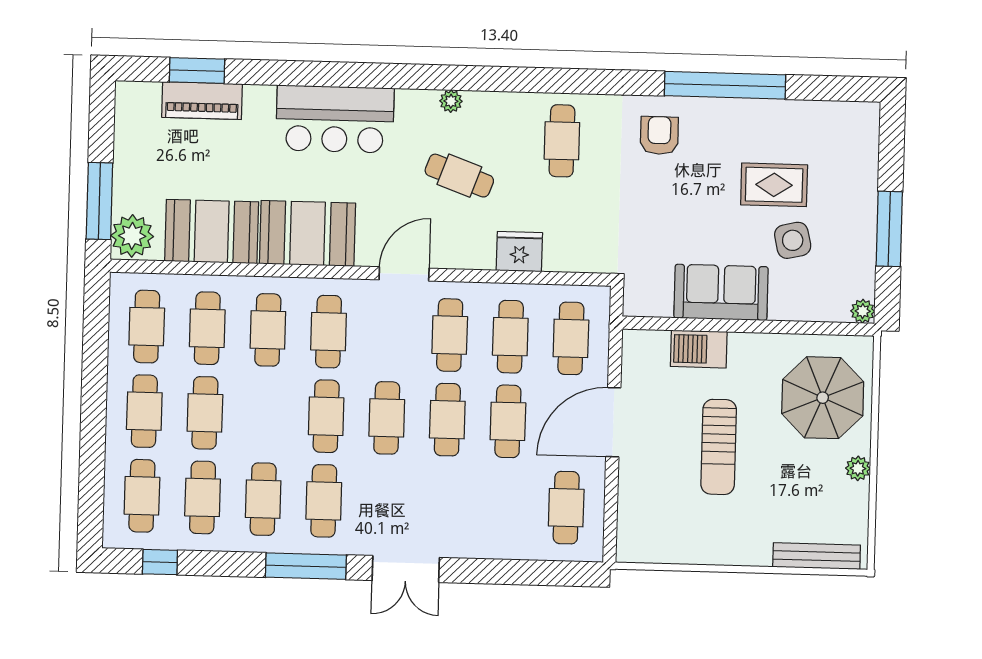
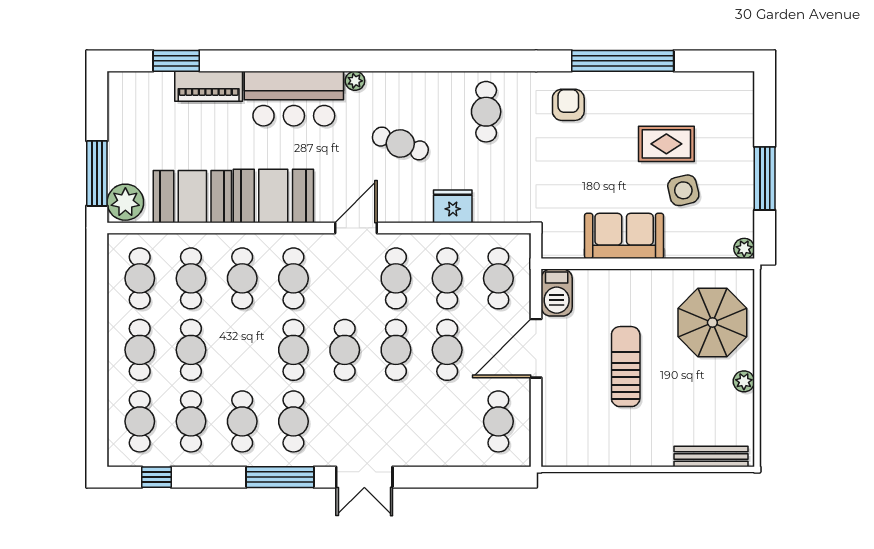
piano: (202, 101) -> (209, 86), moved
plant: (451, 101) -> (355, 81), moved
barbecue: (699, 349) -> (557, 293), moved, turned -90
sun lounger: (719, 447) -> (626, 367), turned 180

